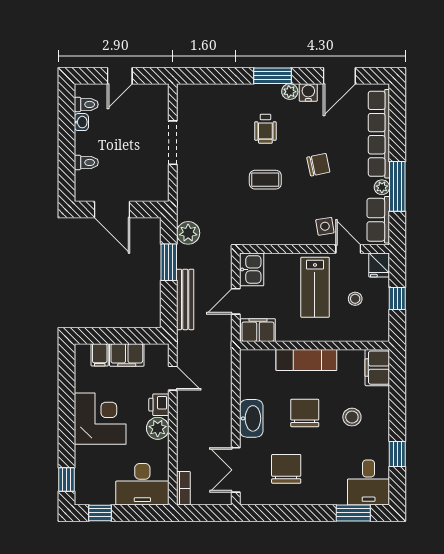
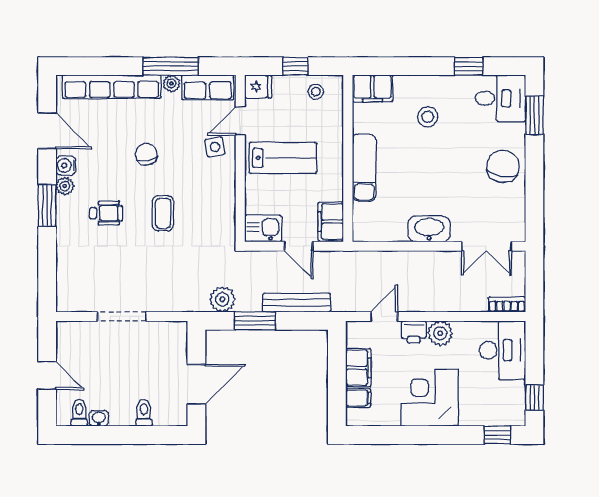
stool: (355, 299) -> (316, 92), moved
chair: (305, 413) -> (423, 169), removed
chair: (286, 469) -> (503, 166), moved, turned 100

